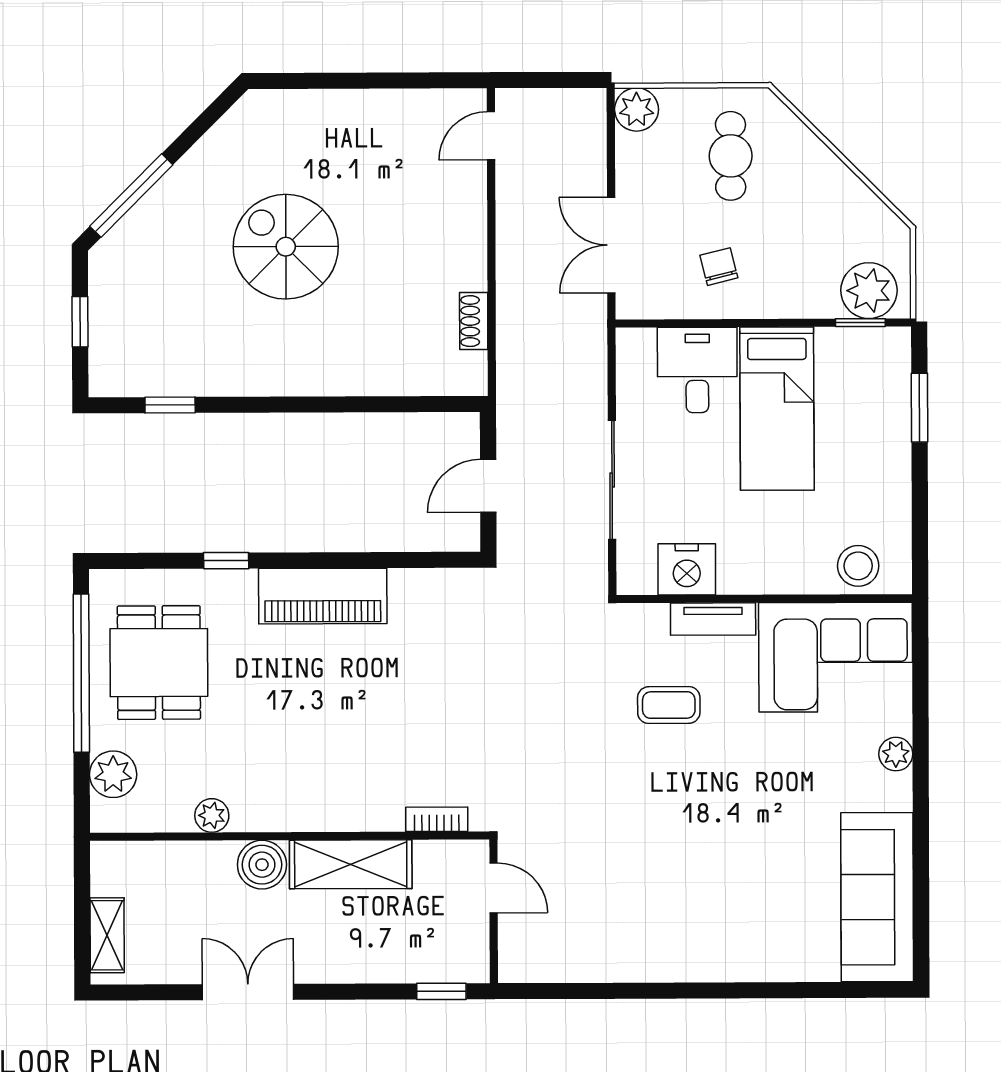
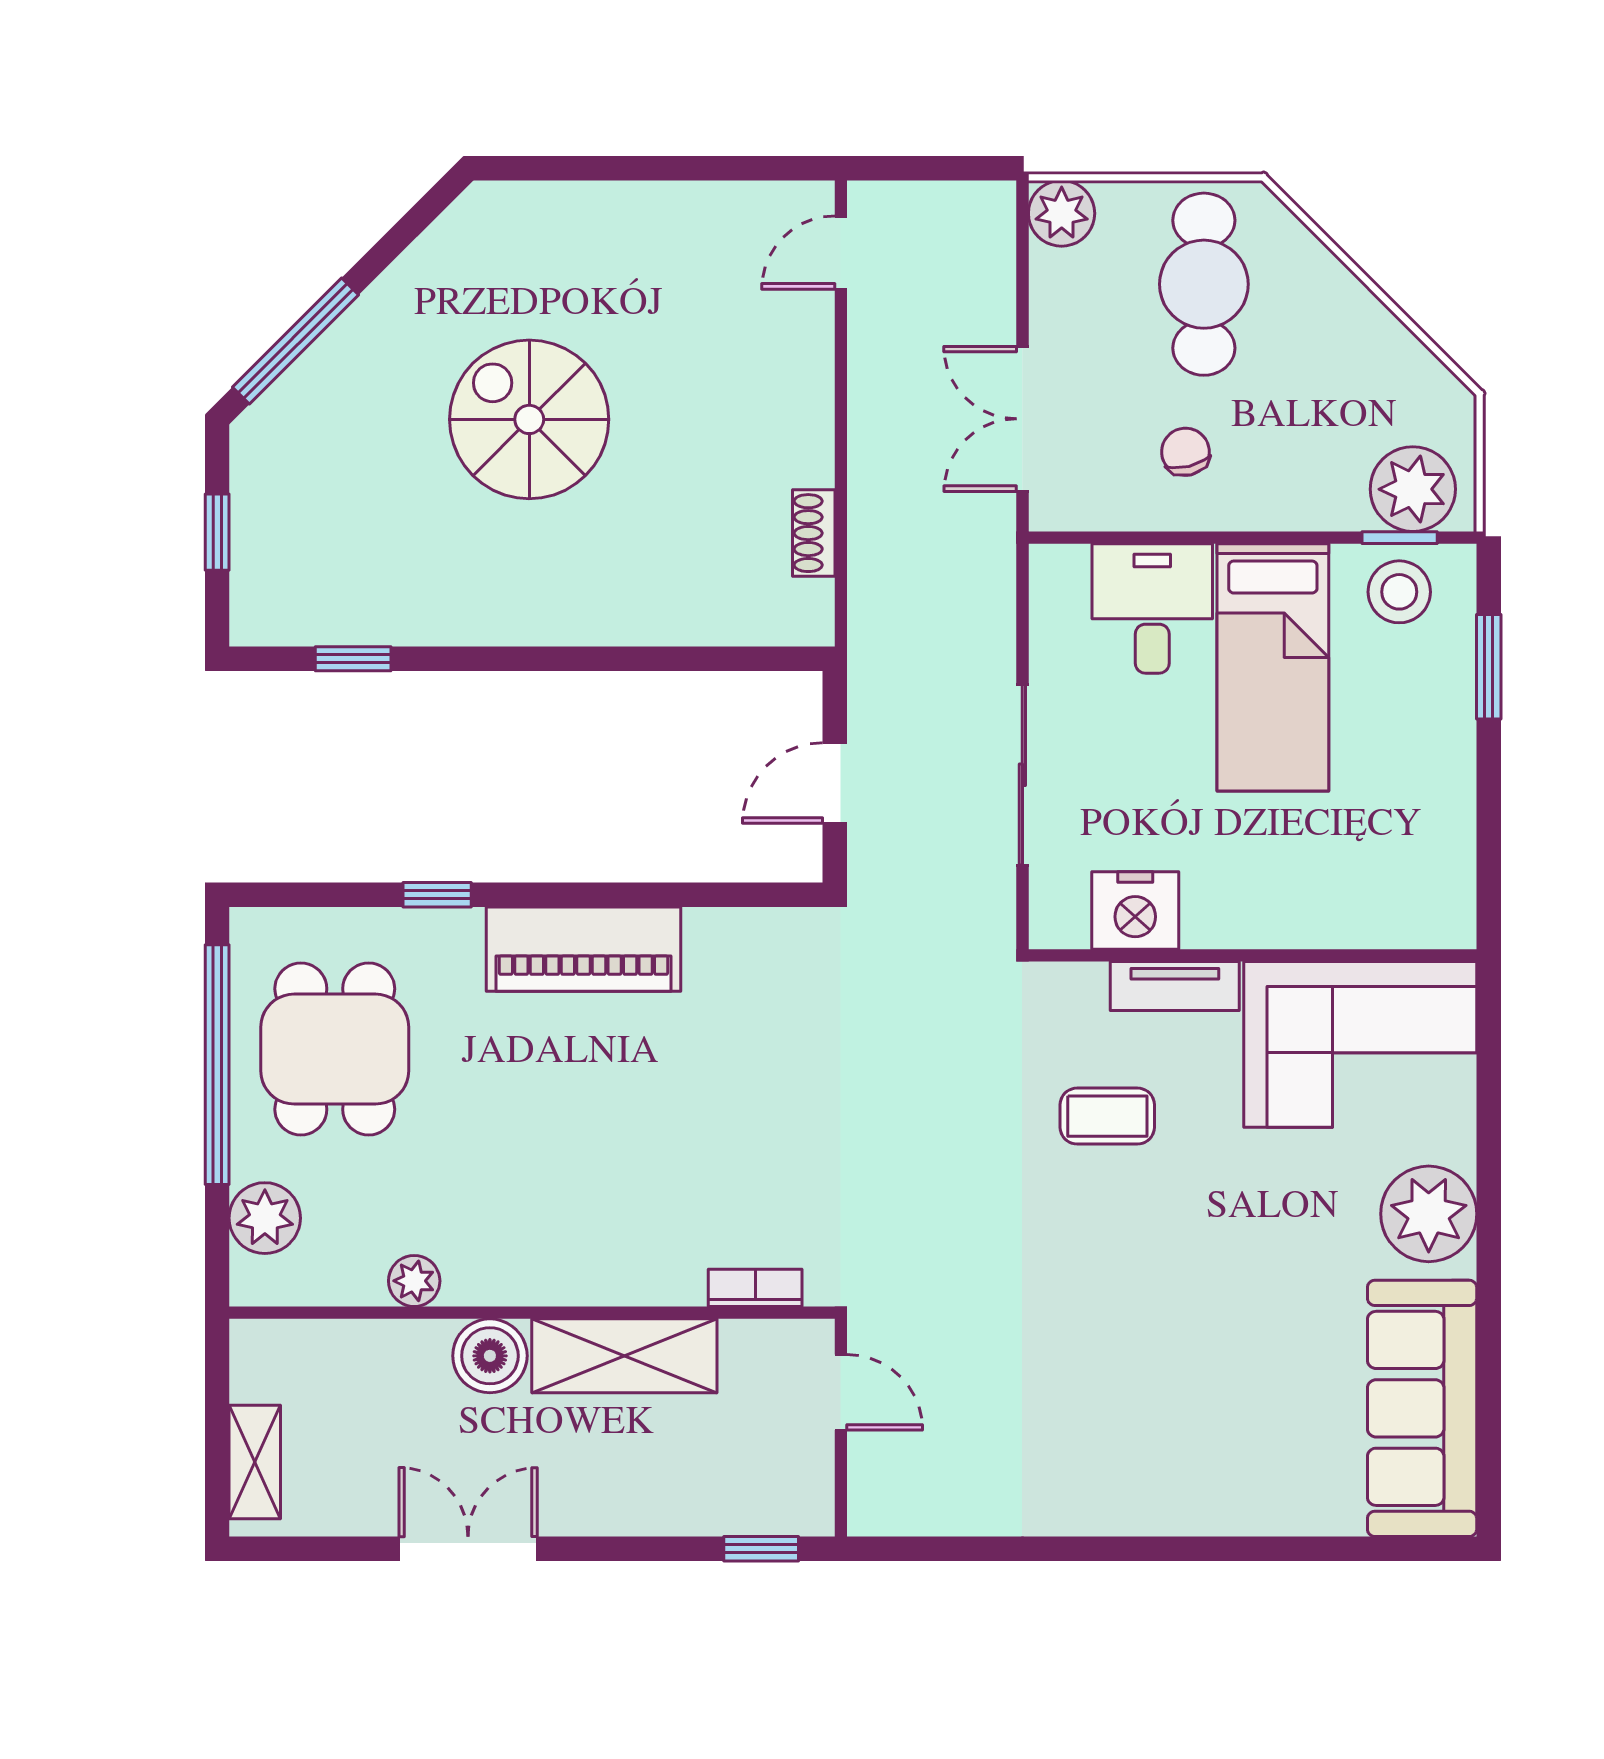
cafe table: (731, 156) -> (1204, 284), width x1.37, depth x1.35
stool: (858, 566) -> (1399, 592), moved
plant: (896, 754) -> (1429, 1214), width x1.87, depth x1.87

